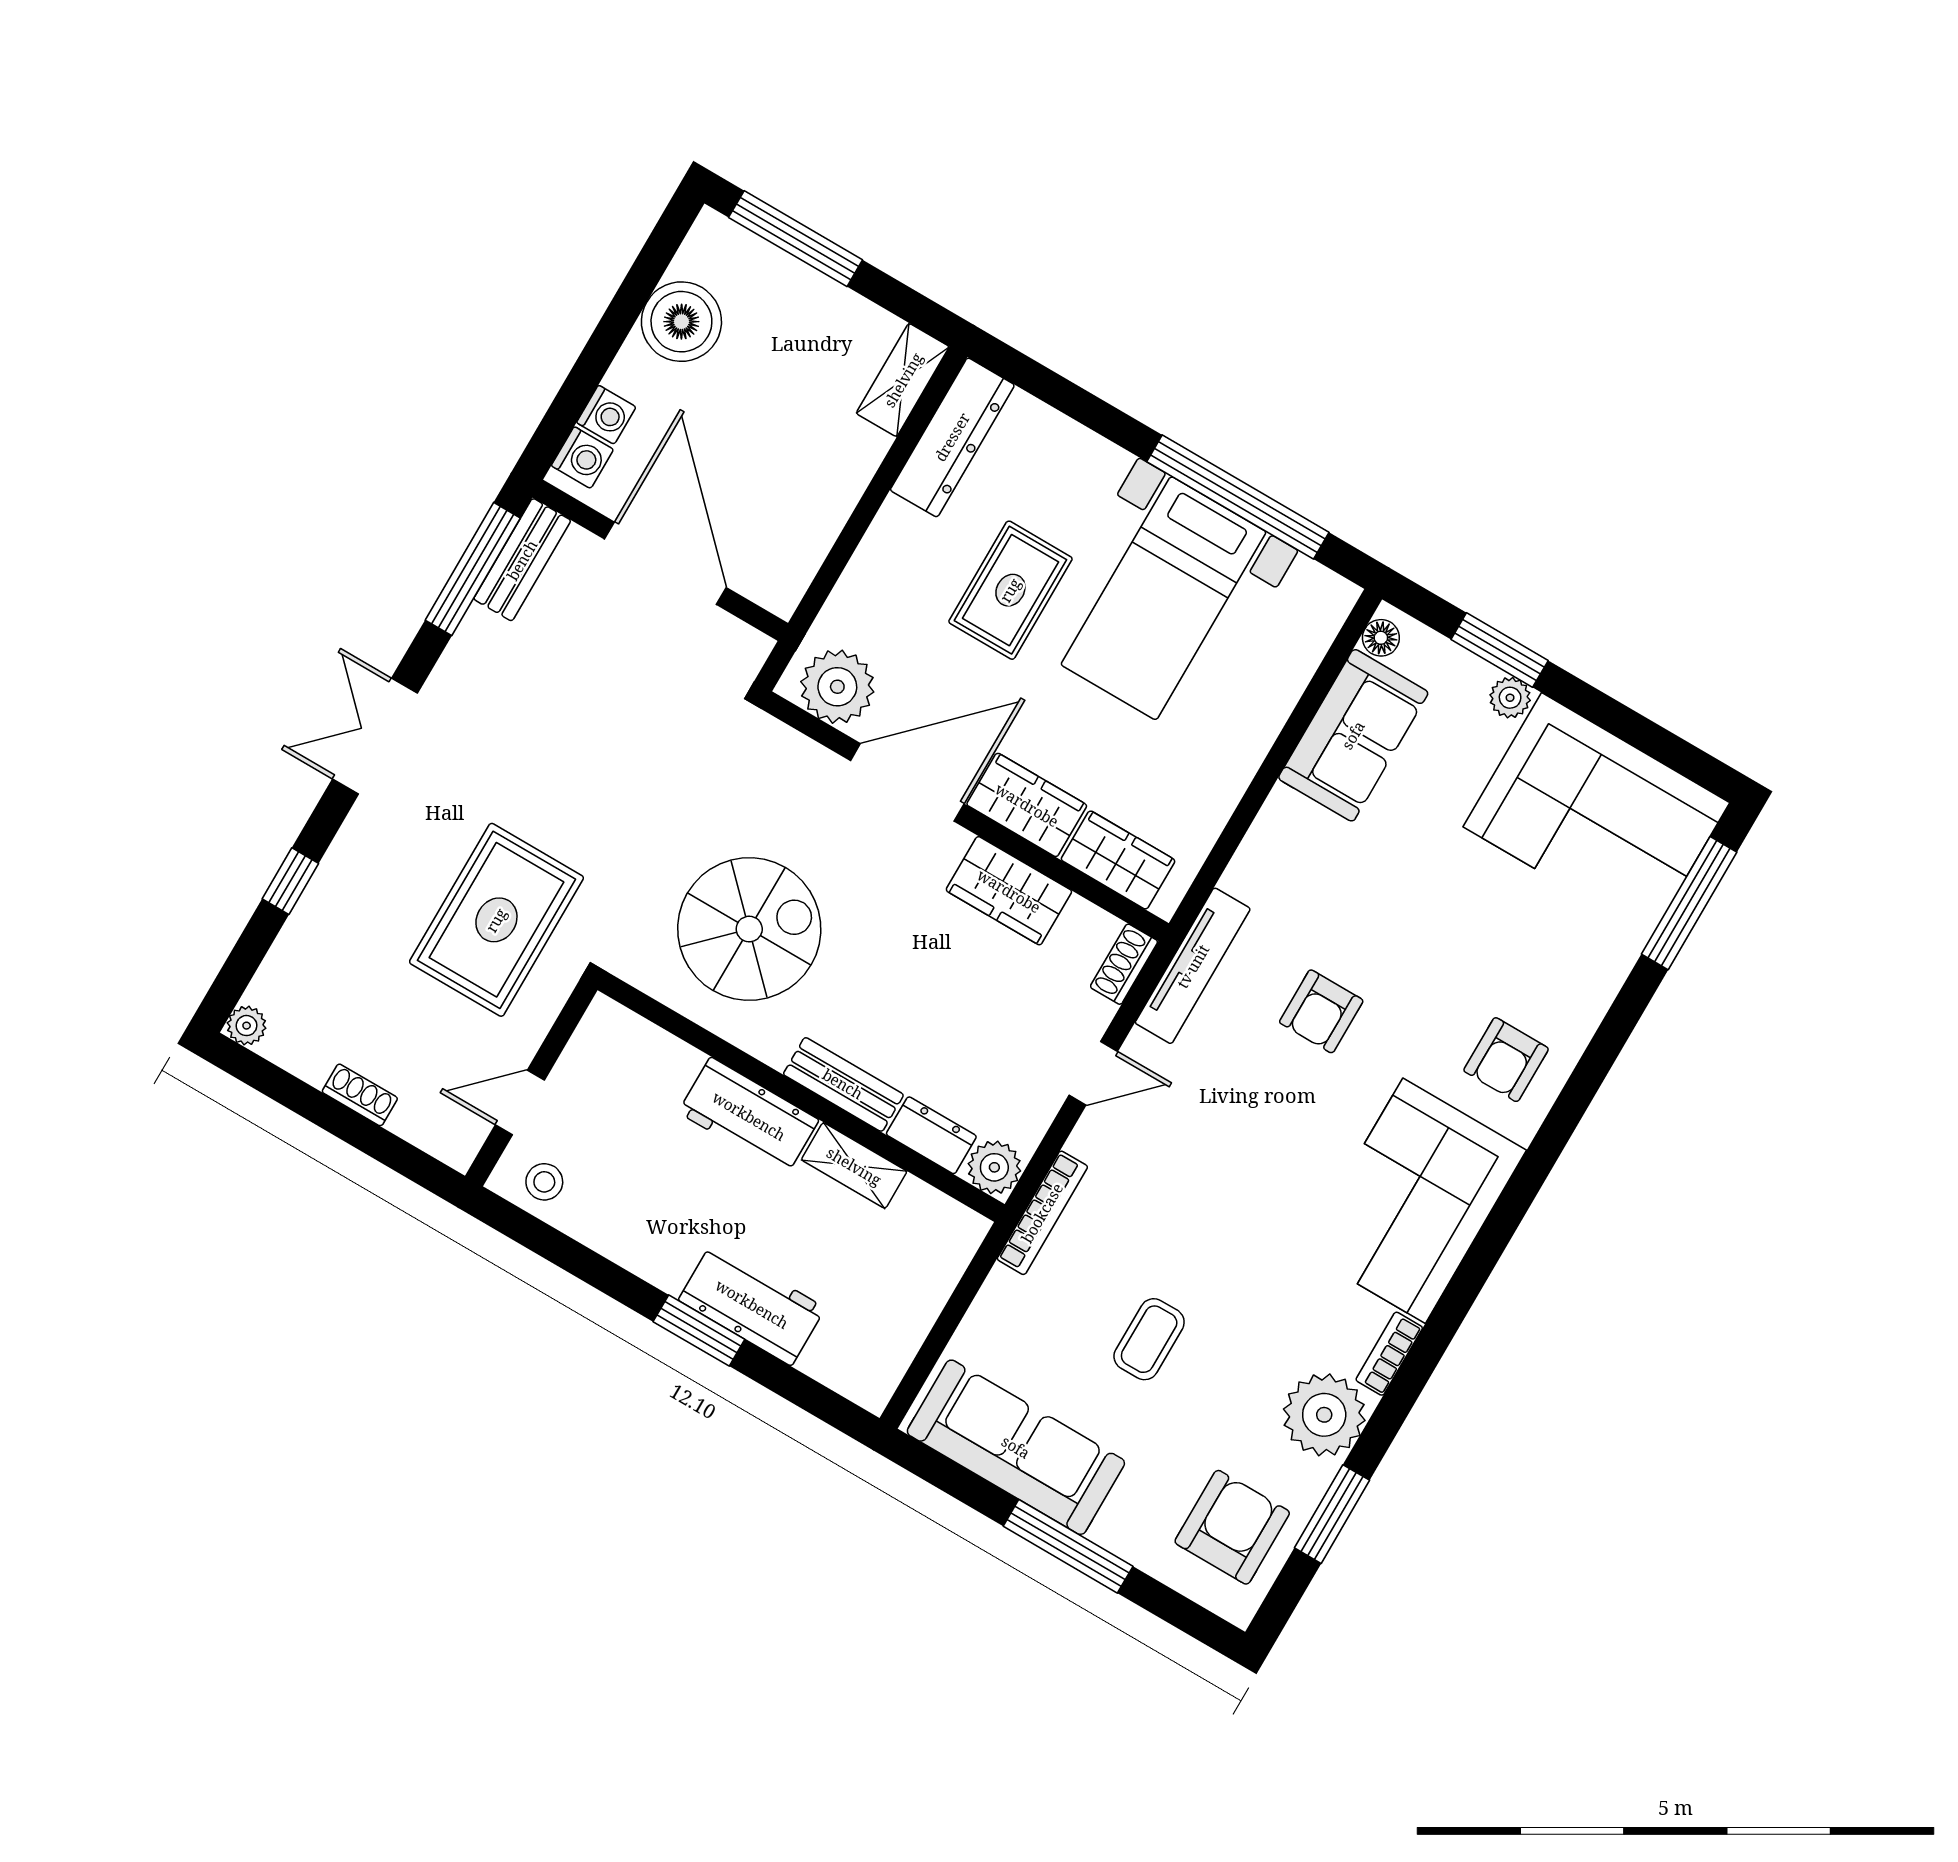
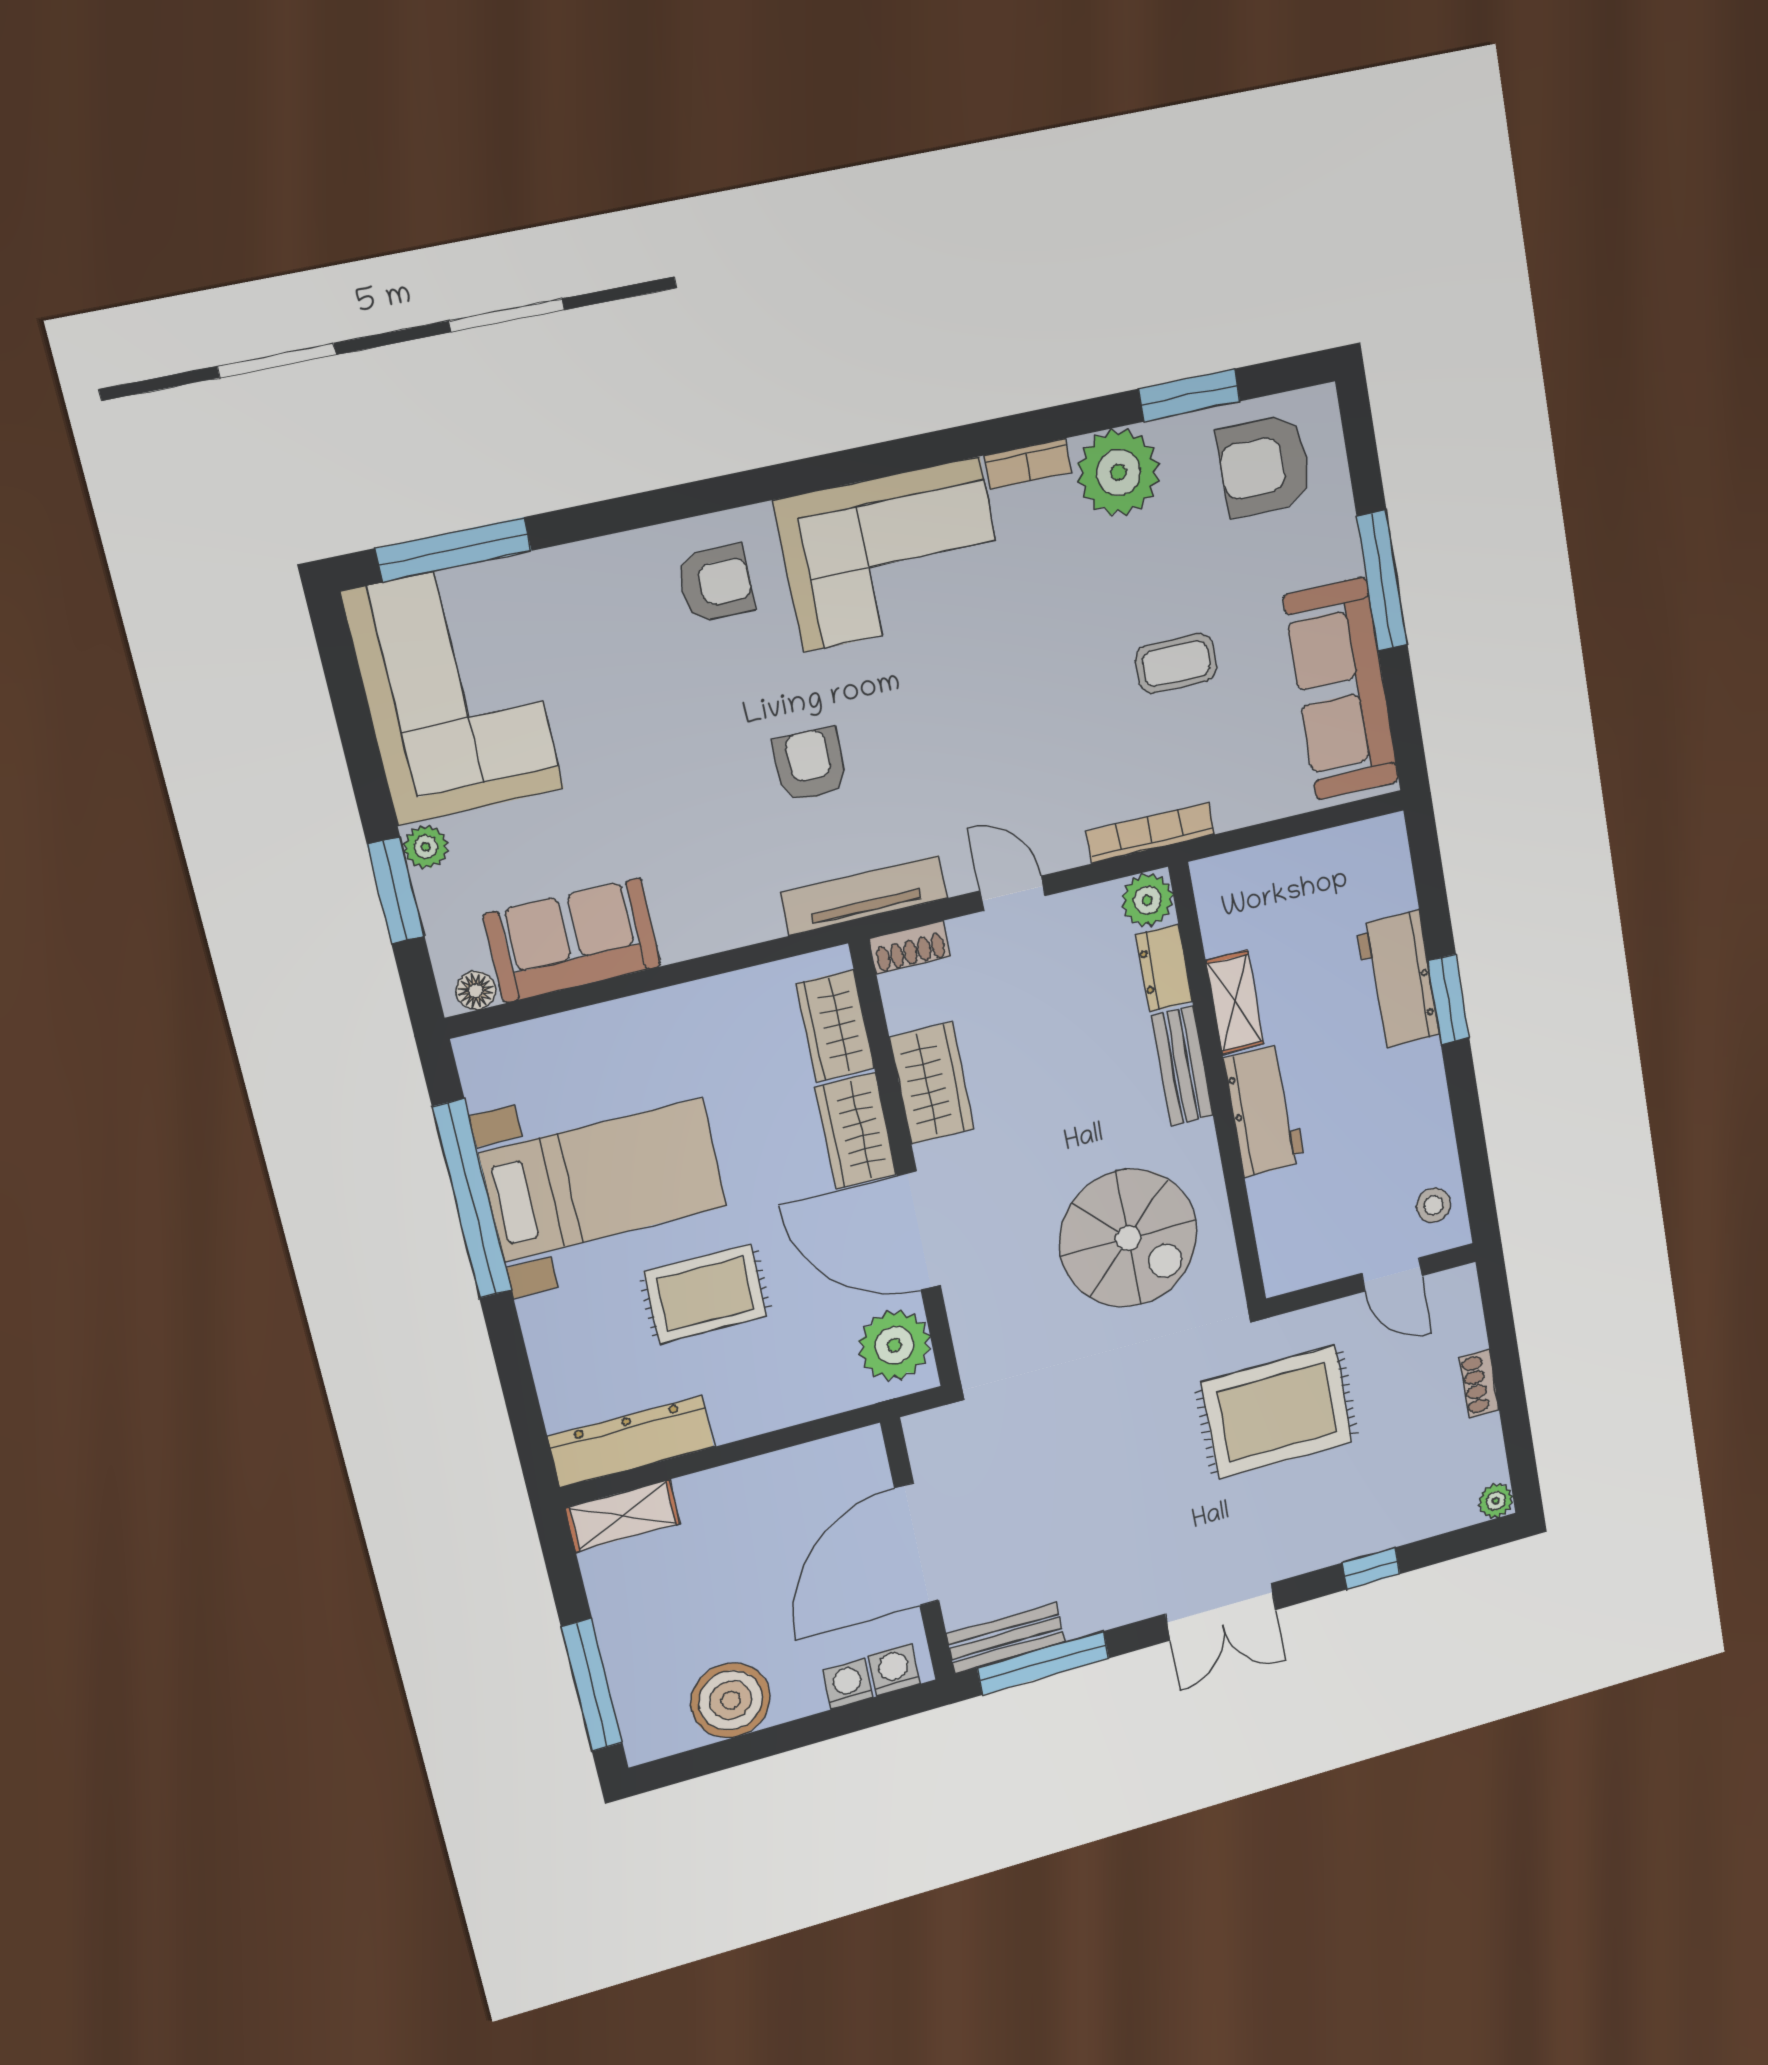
spiral stairs: (749, 929) -> (1128, 1238), turned 180
armchair: (1321, 1011) -> (810, 765), turned -90

